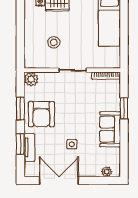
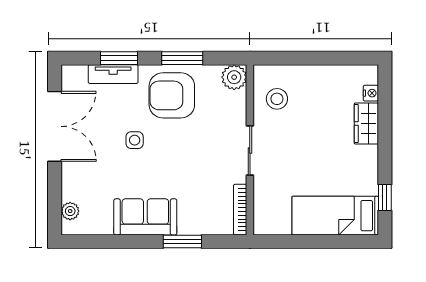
stool: (54, 42) -> (277, 99), moved
side table: (72, 144) -> (135, 140), moved

